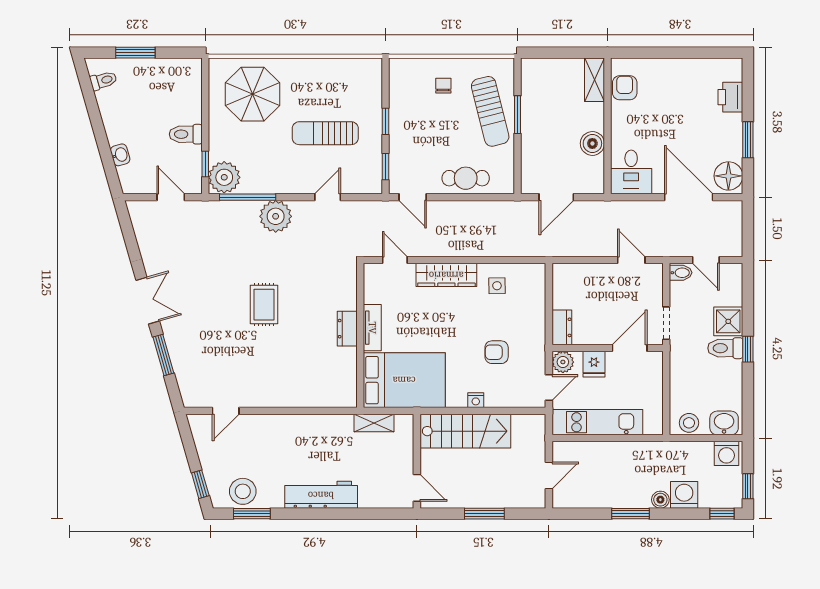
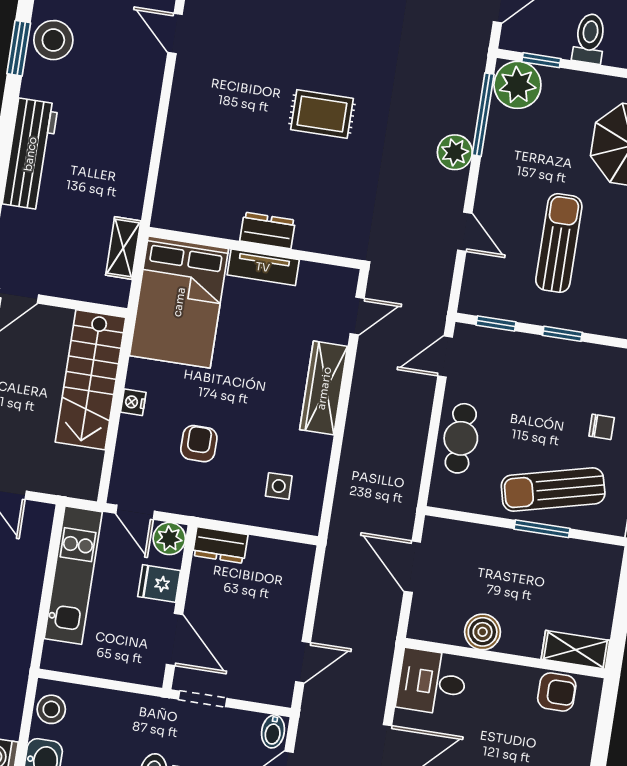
plant: (276, 216) -> (455, 152), width x0.73, depth x0.73
side table: (497, 286) -> (279, 486), moved

